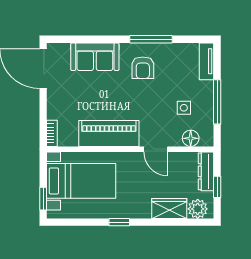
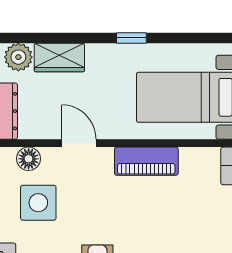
side table: (184, 108) -> (38, 203), width x1.87, depth x1.87
piano: (109, 133) -> (146, 161), width x0.73, depth x0.75

